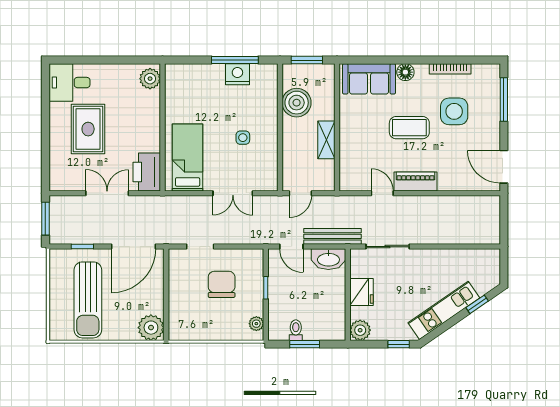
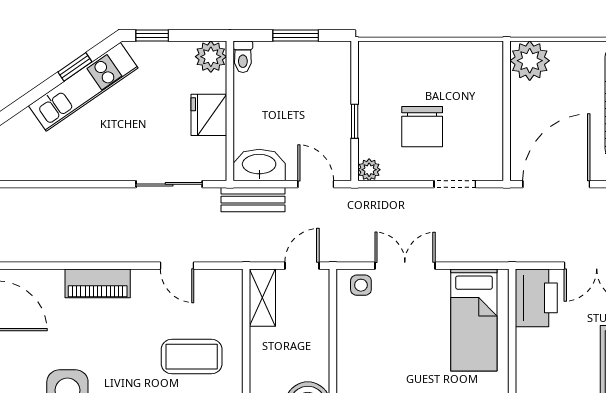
coffee table: (409, 128) -> (192, 357), moved
side table: (243, 138) -> (361, 285), moved
shelving: (326, 140) -> (262, 298), moved
piano: (416, 181) -> (98, 283), moved
bench: (332, 236) -> (253, 200), width x0.73
window: (477, 304) -> (75, 67), moved
plant: (256, 324) -> (369, 170), moved
toilet: (296, 330) -> (243, 57), moved

